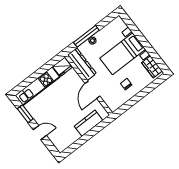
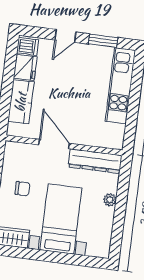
window: (86, 36) -> (122, 198), removed
fridge: (62, 67) -> (25, 67), moved, turned 180
dishwasher: (61, 145) -> (28, 46), added

